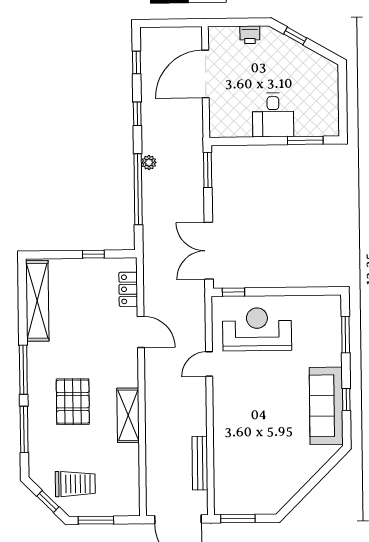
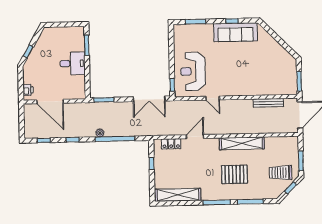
printer: (250, 35) -> (28, 90), moved
shelving: (128, 415) -> (242, 143), width x1.47
trolley: (75, 484) -> (281, 173), turned -90

